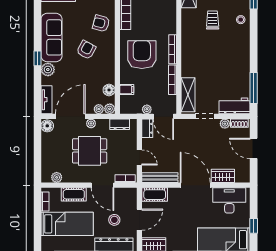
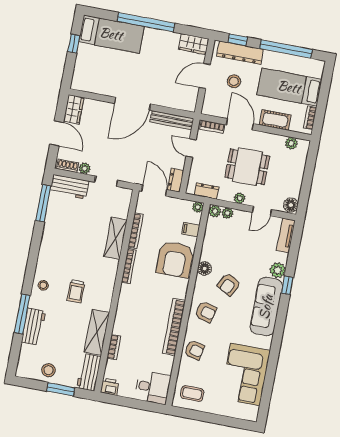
armchair: (142, 55) -> (175, 259), moved
floor lamp: (109, 90) -> (205, 269), moved
shelving: (188, 95) -> (115, 238), moved
plant: (147, 109) -> (198, 207), moved
door: (70, 116) -> (262, 211), width x0.53
wardrobe: (223, 176) -> (74, 109), moved, turned -90
door: (195, 185) -> (132, 104), hinge flipped
cot: (155, 195) -> (182, 102), removed
desk: (229, 200) -> (96, 78), removed

